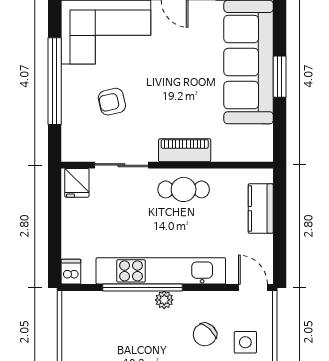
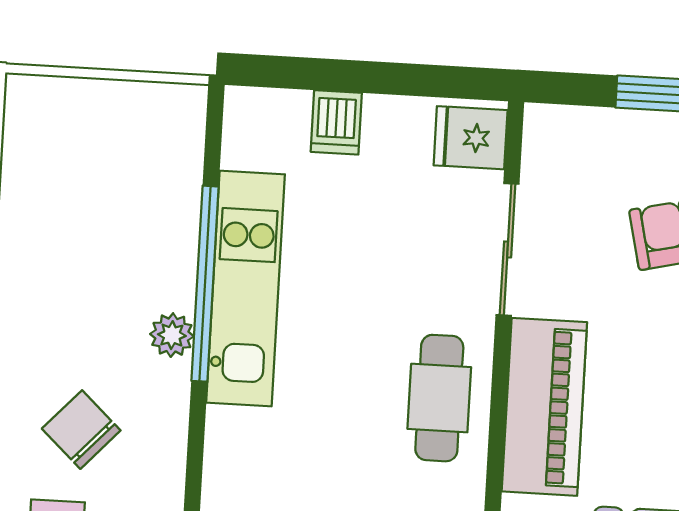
piano: (185, 150) -> (544, 407), width x1.37, depth x1.33
kitchen unit: (161, 271) -> (246, 288), width x0.73
dishwasher: (71, 272) -> (336, 122), moved, turned 90

